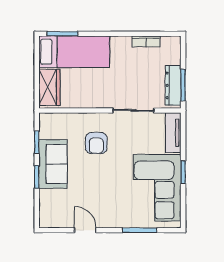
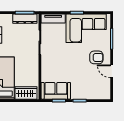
armchair: (96, 143) -> (96, 57), moved
sofa: (53, 164) -> (56, 91), moved
door: (85, 230) -> (112, 71), hinge flipped

